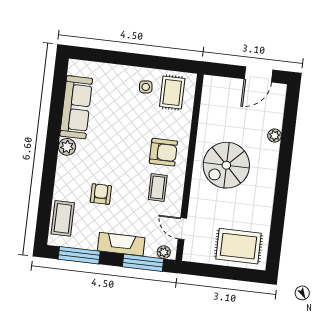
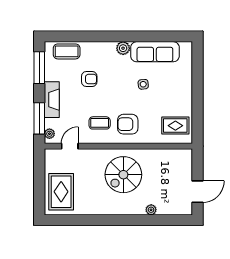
door: (259, 74) -> (198, 192), swing flipped
side table: (146, 87) -> (143, 84), moved
armchair: (163, 152) -> (128, 124), turned 90
spiral stairs: (226, 165) -> (123, 175), turned -90

